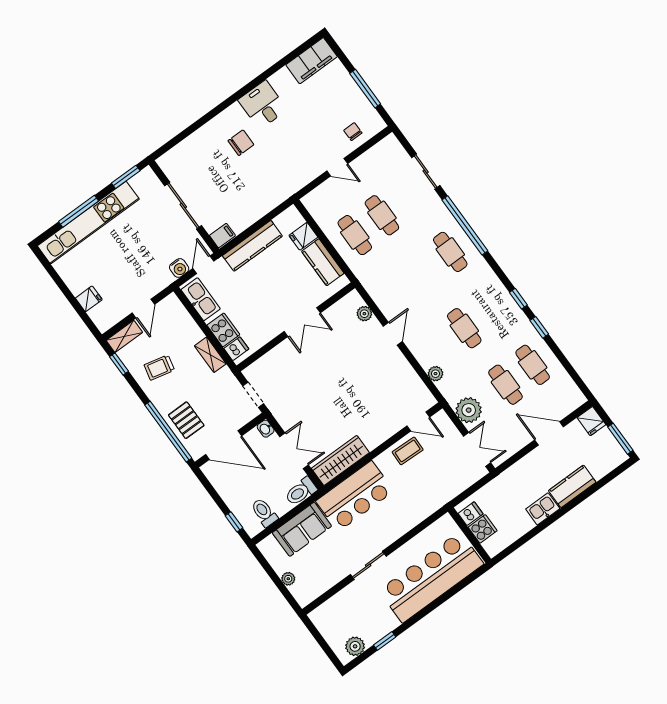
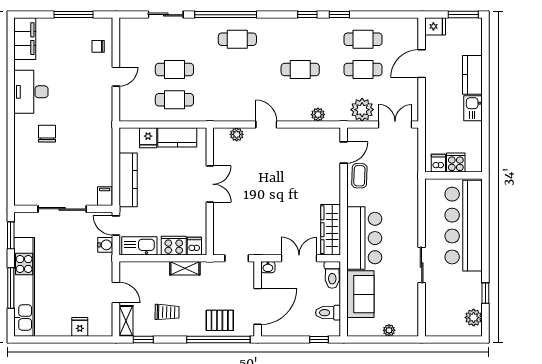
desk: (263, 105) -> (31, 92), width x1.37
trolley: (159, 368) -> (167, 312), turned -102

